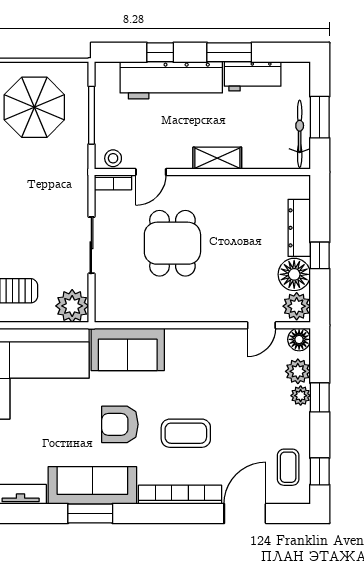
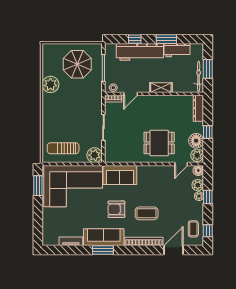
dresser: (299, 228) -> (198, 108), moved
dining table: (172, 243) -> (159, 143), moved, turned 90

